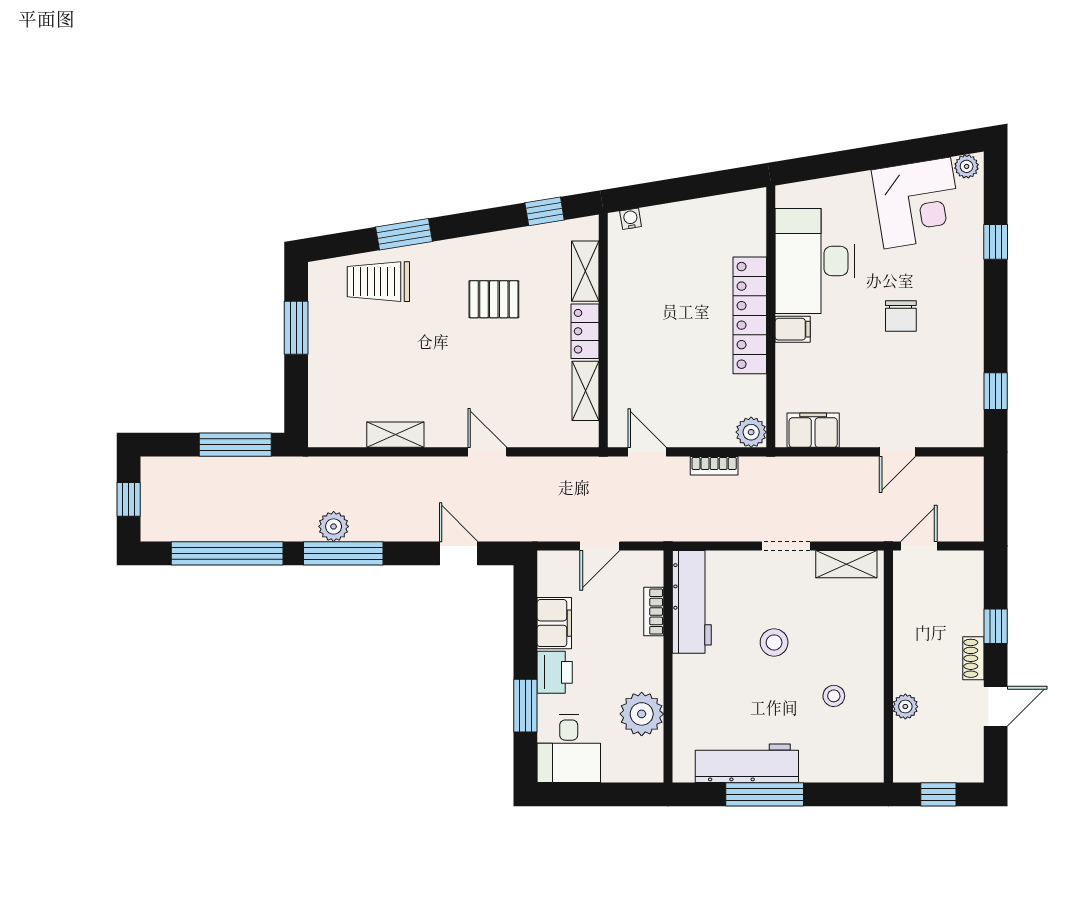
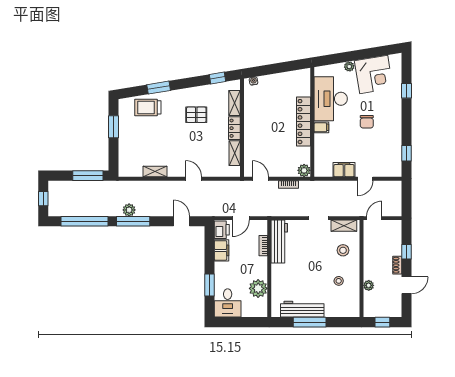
plant: (967, 166) -> (349, 66), moved
filing cabinet: (813, 430) -> (344, 170), moved
stool: (774, 642) -> (343, 250), moved
printer: (555, 672) -> (222, 230), moved

